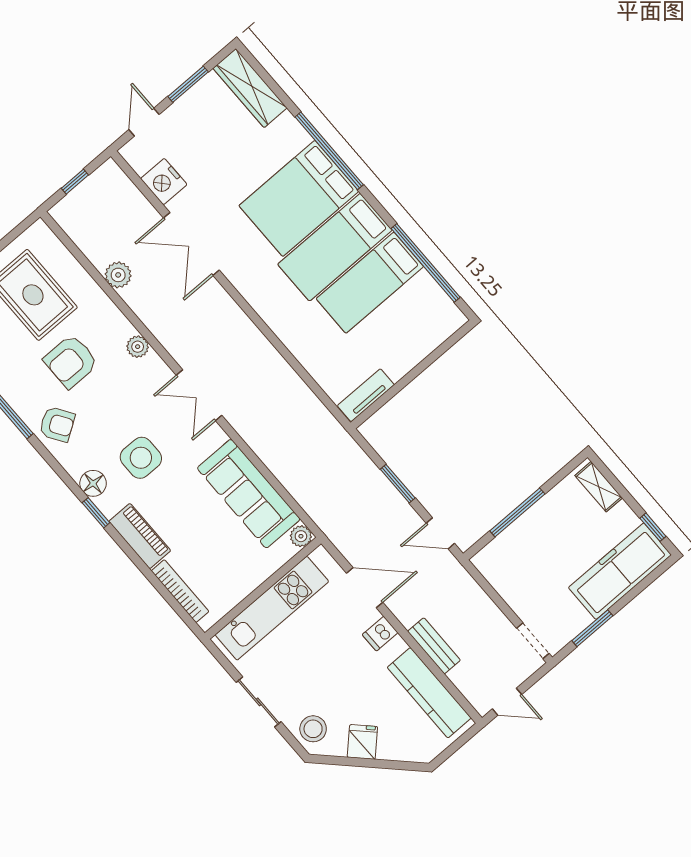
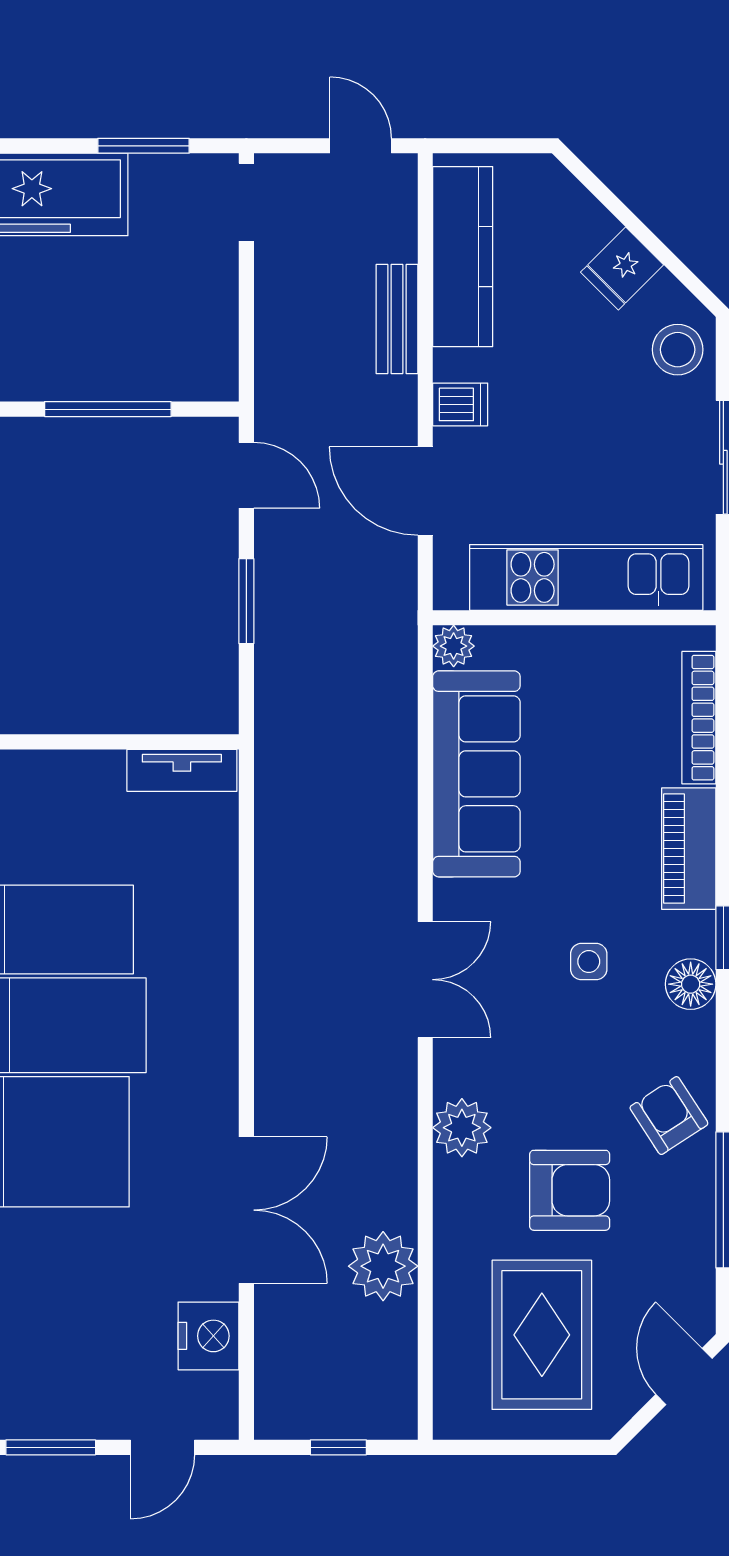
plant: (118, 275) -> (383, 1266), width x1.36, depth x1.36
plant: (138, 347) -> (462, 1128), width x1.38, depth x1.38
side table: (141, 458) -> (589, 962), width x0.54, depth x0.54

